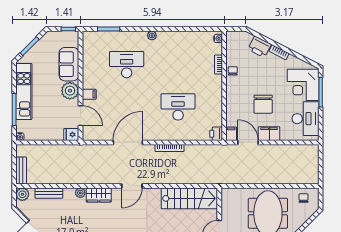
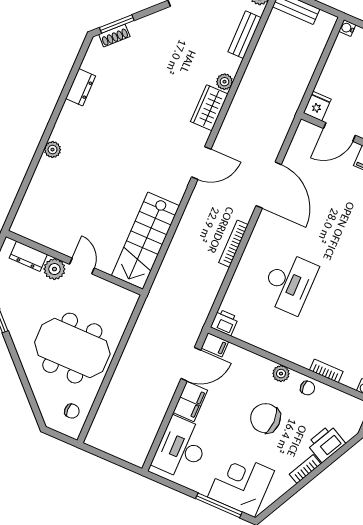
plant: (231, 89) -> (281, 374), added
chair: (263, 104) -> (265, 418), moved
desk: (305, 119) -> (181, 448), moved, turned 90
door: (132, 186) -> (201, 163), swing flipped

